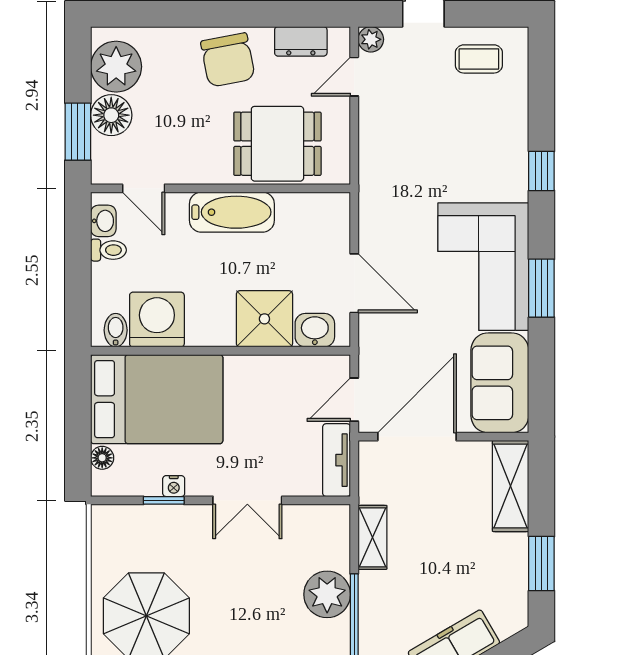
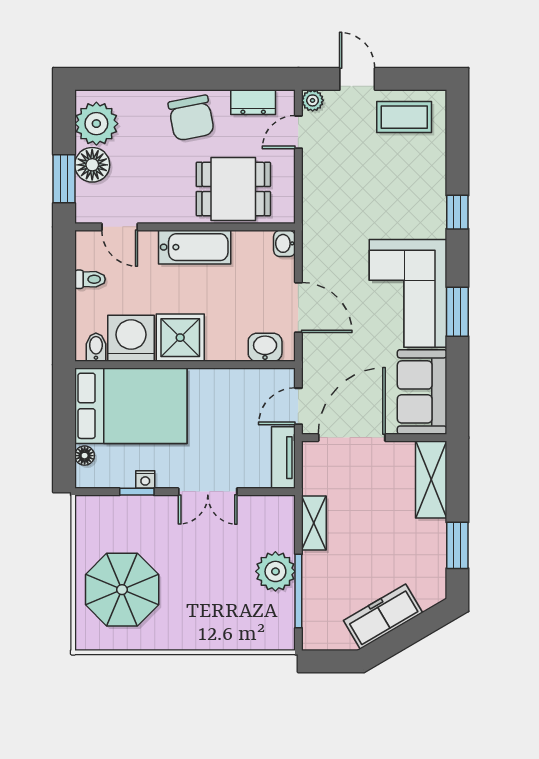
coffee table: (479, 59) -> (404, 117), width x1.36, depth x1.30
washbasin: (103, 221) -> (284, 243), moved, turned 180
shower: (264, 319) -> (180, 338), moved

